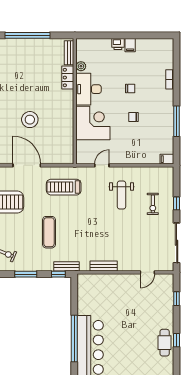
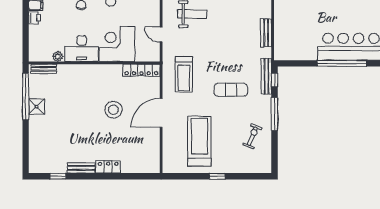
window: (27, 35) -> (26, 96), moved
shower: (33, 46) -> (37, 107), added
locker: (68, 78) -> (141, 70), moved, width x1.53
bench: (67, 266) -> (266, 76), width x1.36
window: (26, 274) -> (275, 114), width x1.44

